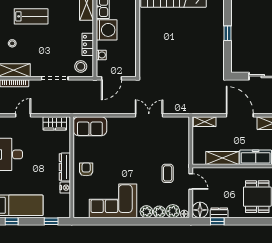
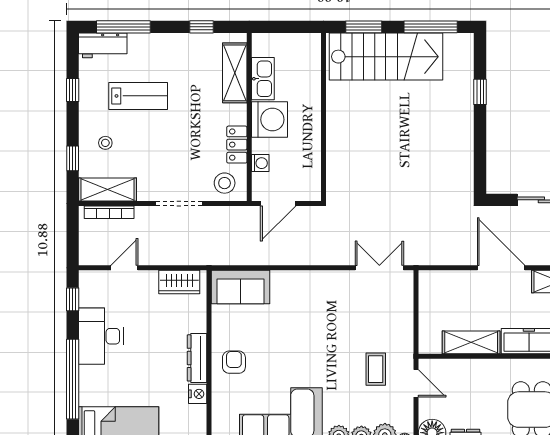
window: (228, 33) -> (480, 92), moved
double door: (149, 115) -> (379, 268), moved
shelving: (205, 122) -> (440, 279), removed

